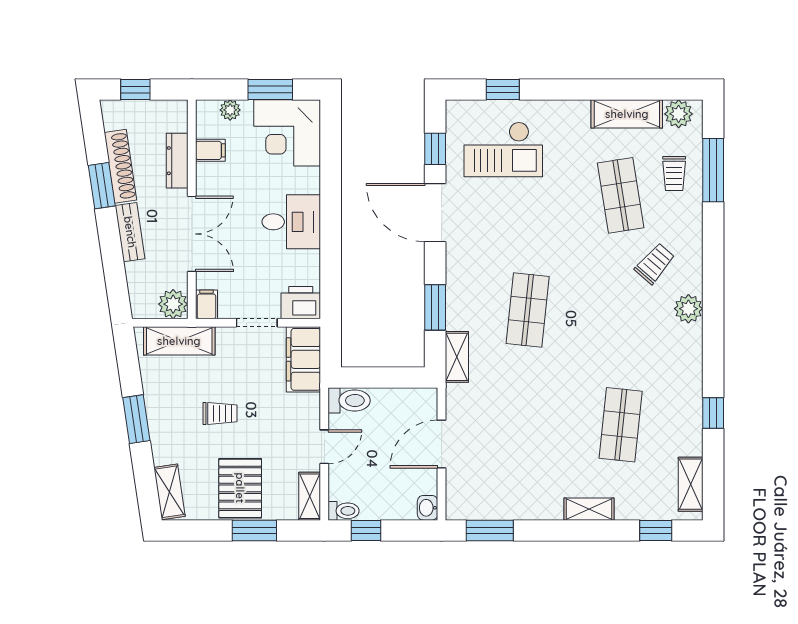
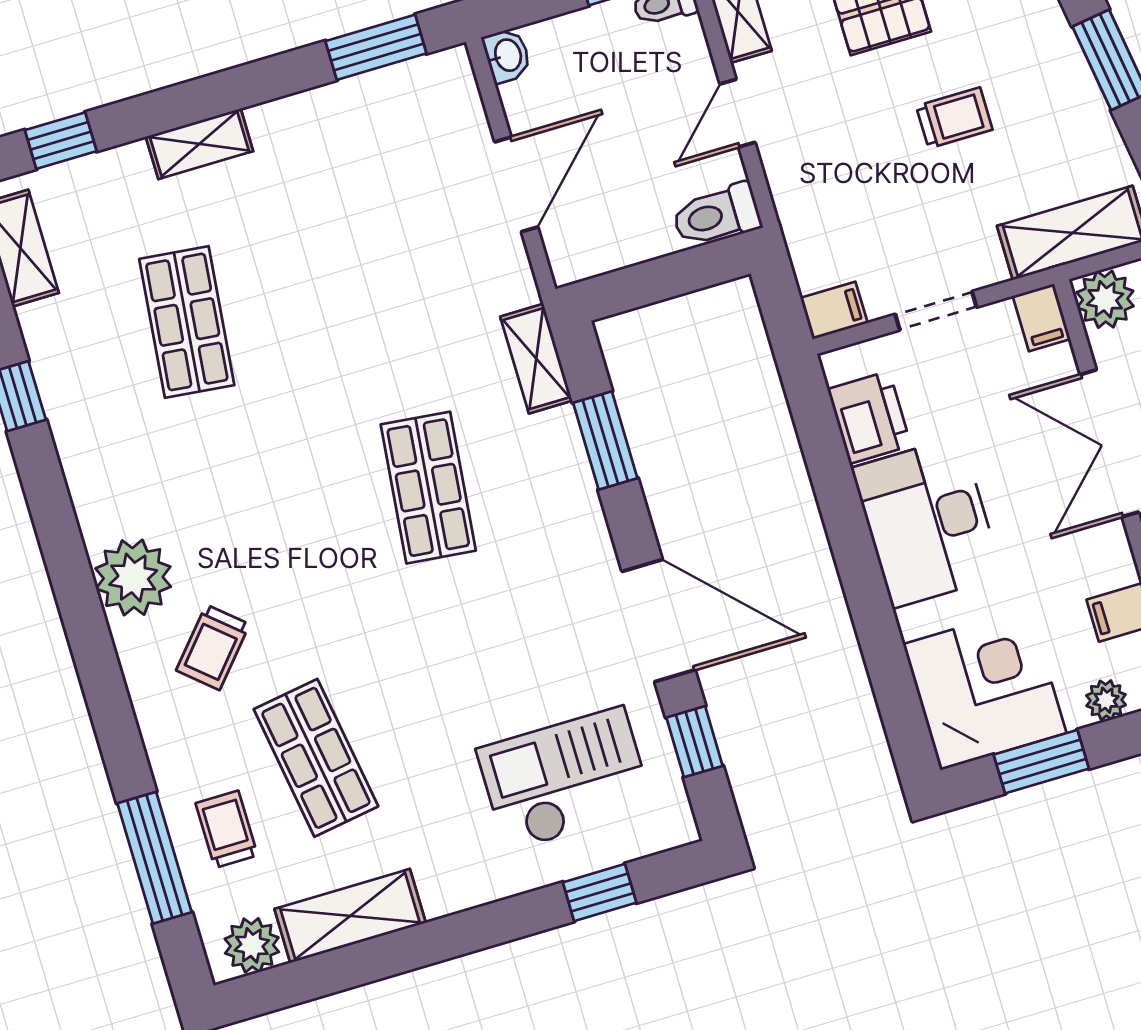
desk: (291, 222) -> (927, 522), width x1.37
printer: (301, 303) -> (869, 417), moved, turned -90
plant: (688, 309) -> (133, 578), width x1.36, depth x1.36
filing cabinet: (303, 359) -> (834, 311), width x0.33, depth x0.86
trolley: (220, 413) -> (954, 118), turned 180

